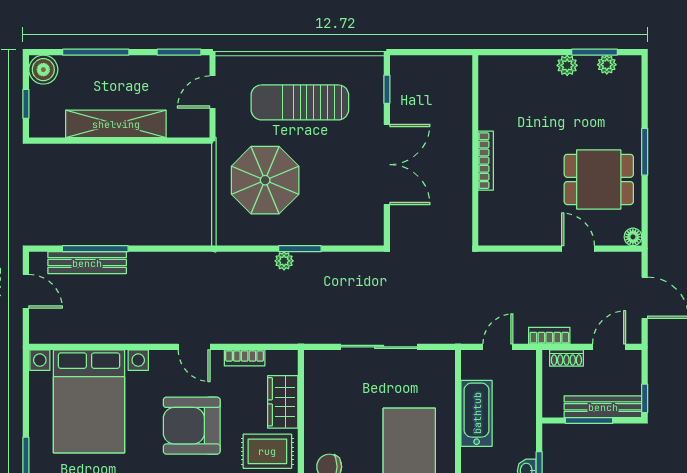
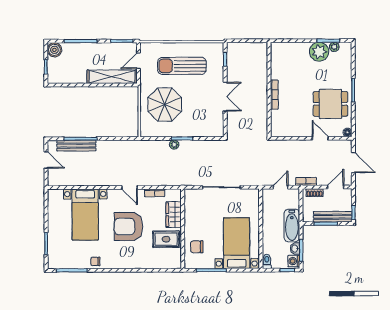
plant: (567, 65) -> (319, 52), width x1.88, depth x1.88
shelving: (116, 124) -> (112, 77), moved
double door: (387, 165) -> (225, 97), width x0.73
bed with nightstands: (89, 401) -> (85, 215), width x0.73
bathtub: (477, 413) -> (292, 225), moved, turned 180

